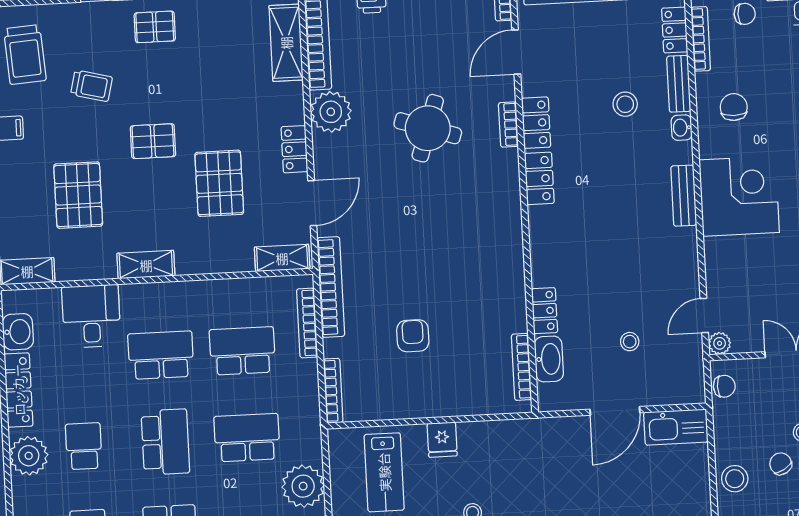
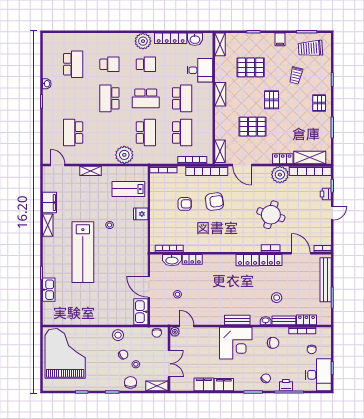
locker: (294, 149) -> (283, 159), moved
armchair: (403, 265) -> (214, 202), added

